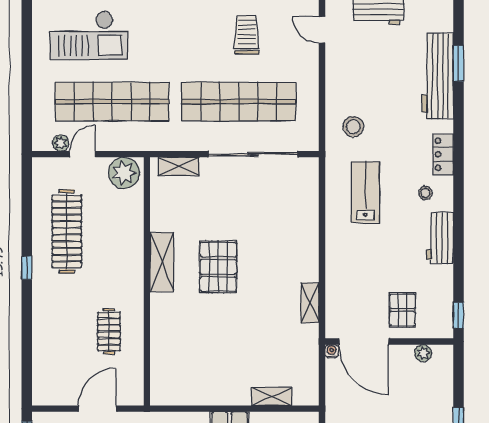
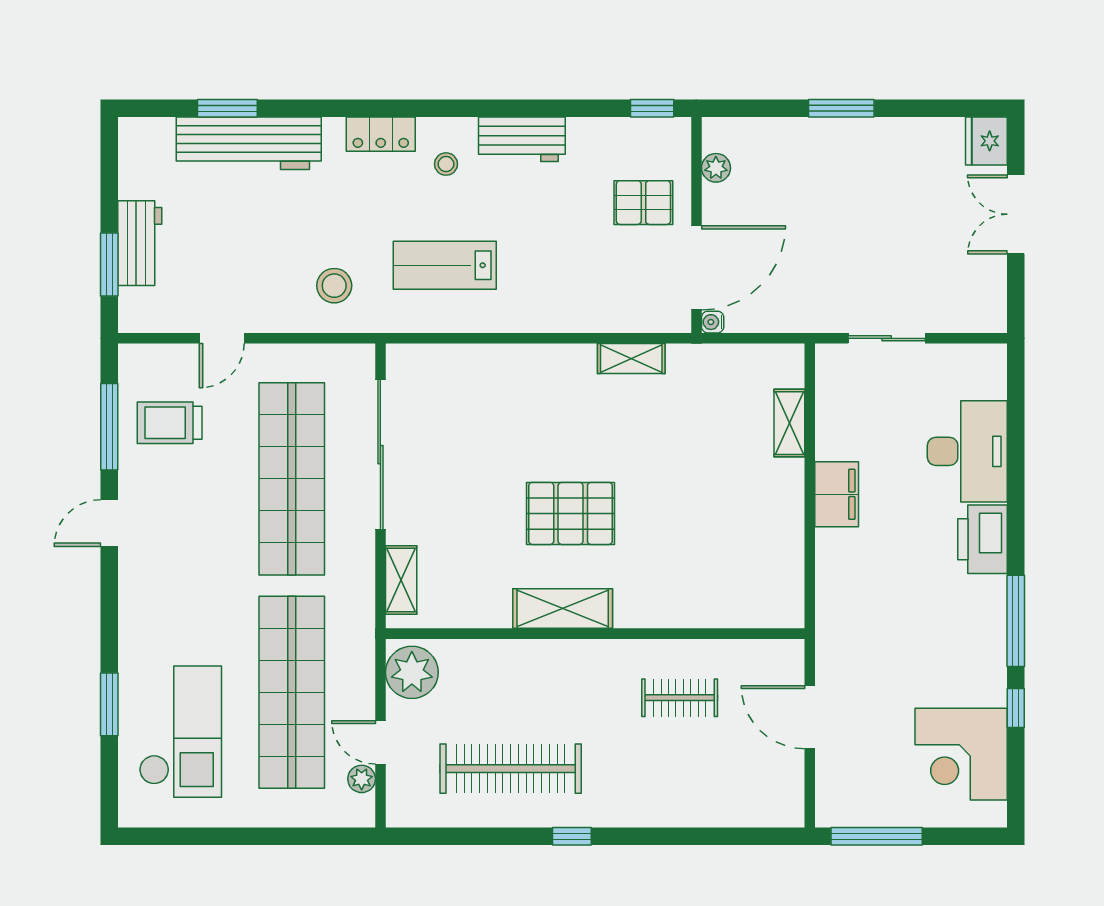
door: (322, 30) -> (222, 338), moved
trolley: (247, 35) -> (170, 423), moved

